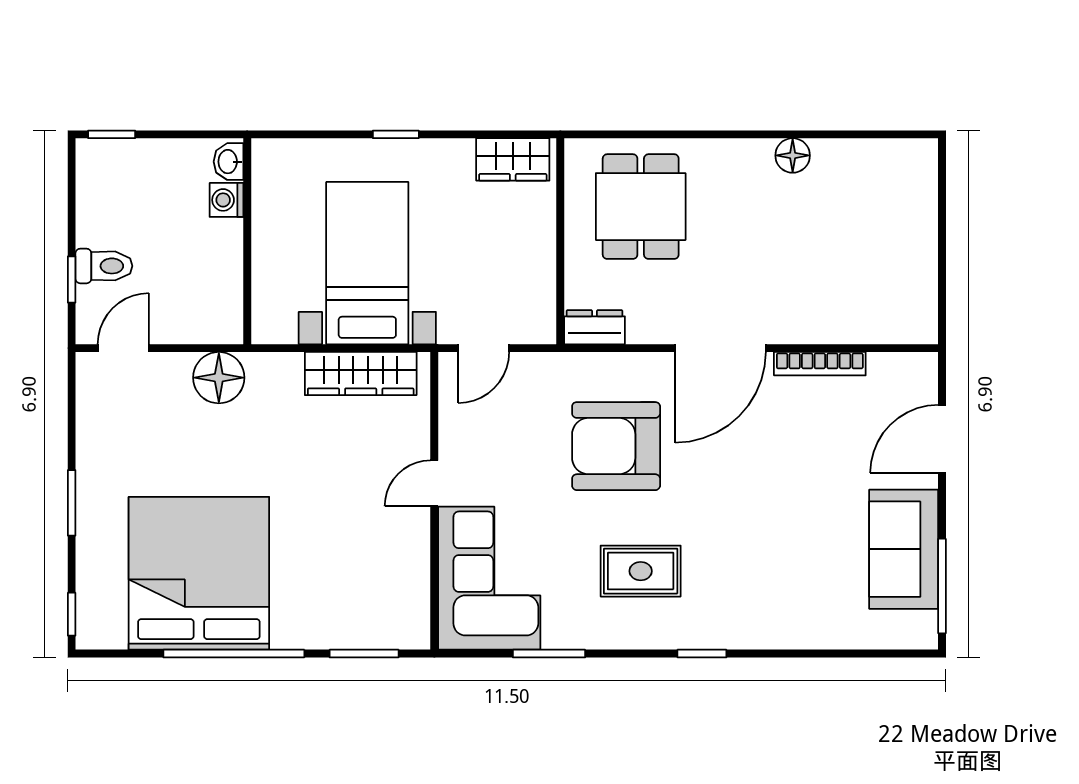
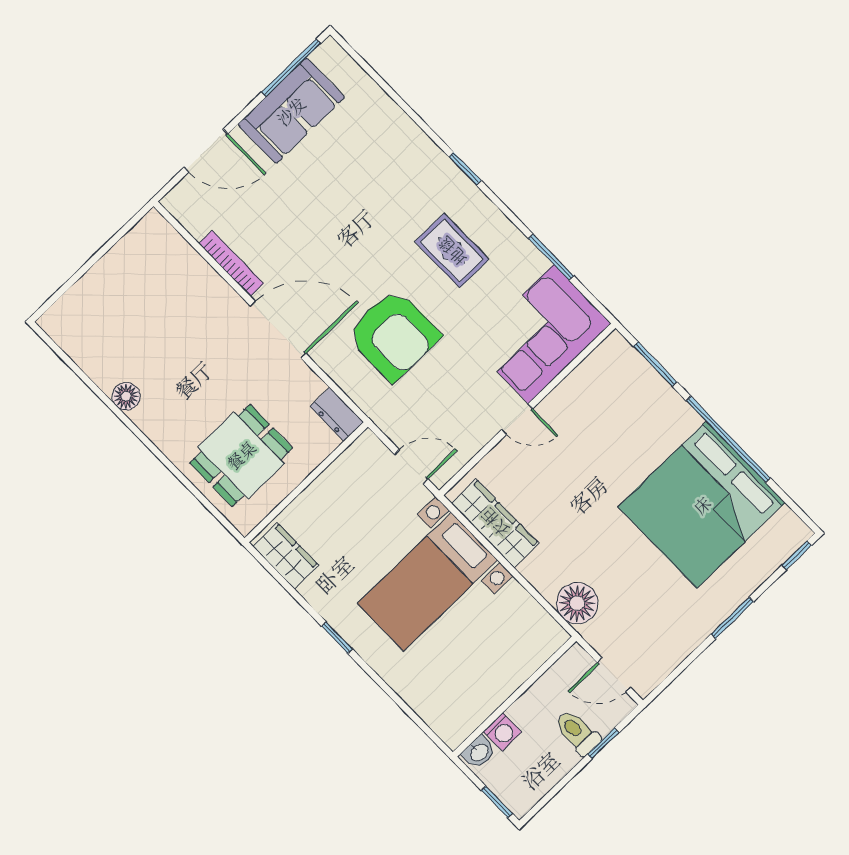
washbasin: (229, 162) -> (479, 752), moved
washing machine: (226, 200) -> (502, 732), moved
wall: (247, 241) -> (515, 697), moved

